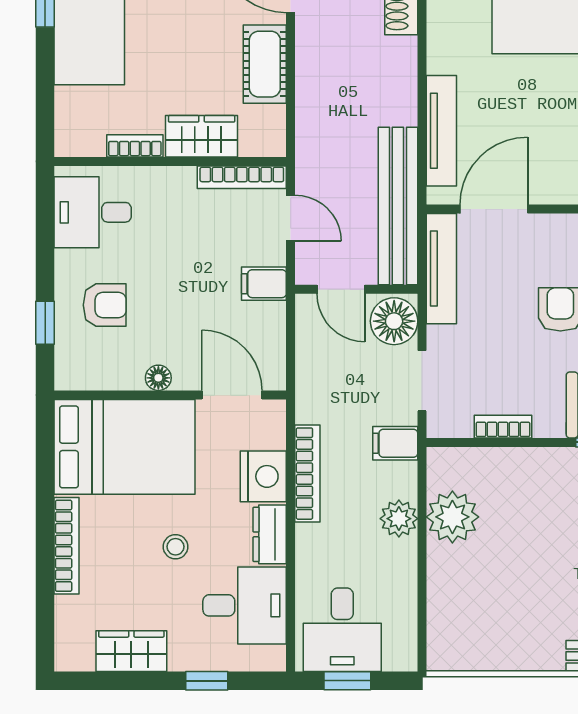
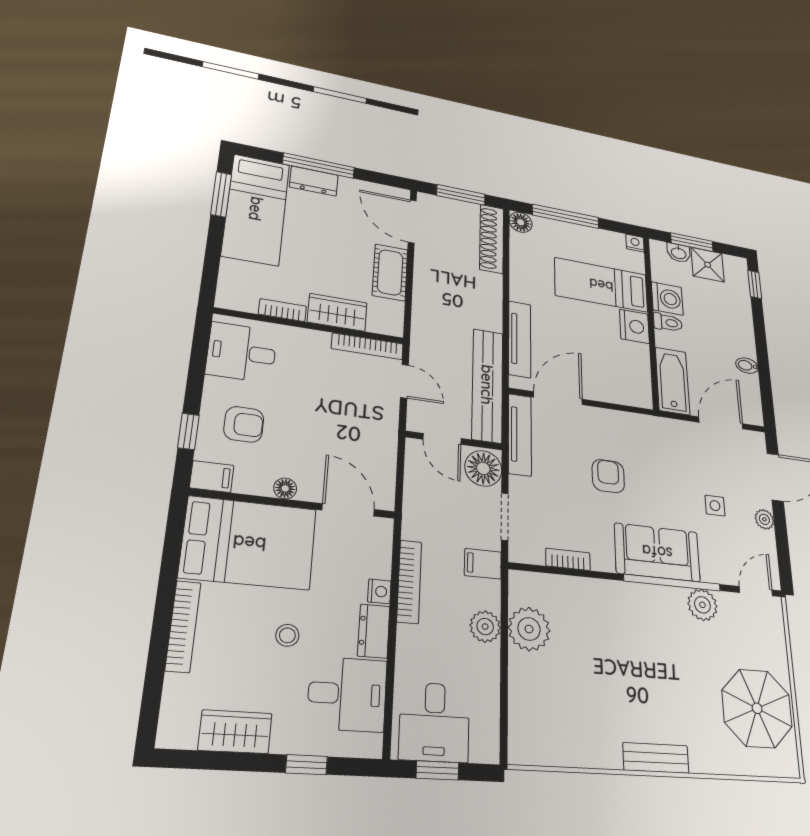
filing cabinet: (264, 284) -> (212, 477), moved, turned 180
nightstand: (263, 476) -> (379, 591), width x0.53, depth x0.56

